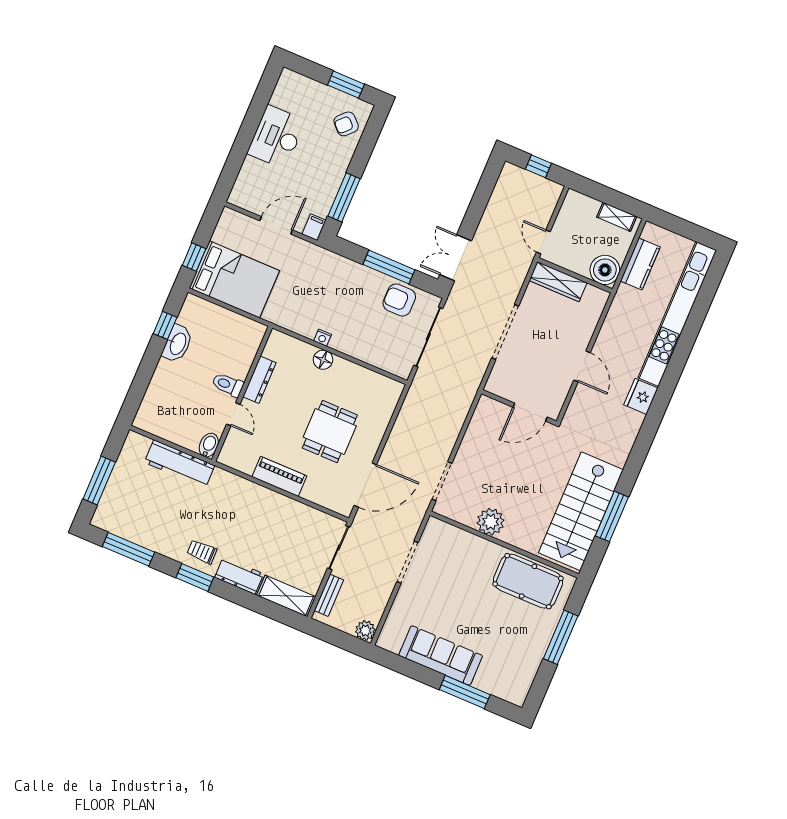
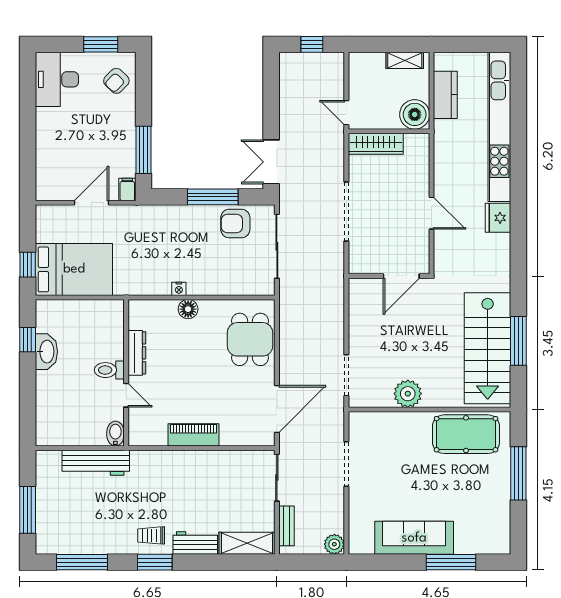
desk: (276, 137) -> (57, 79), moved
dining table: (330, 432) -> (250, 339), moved

